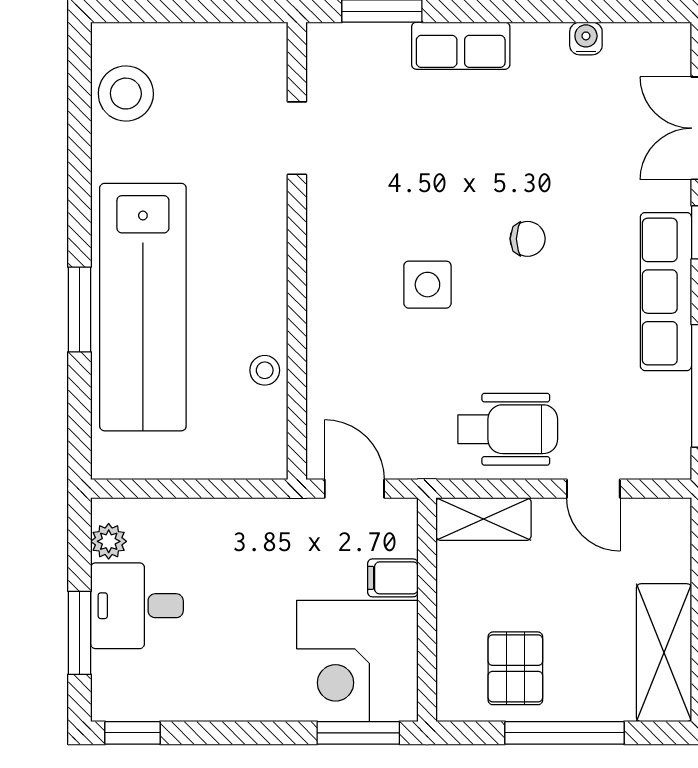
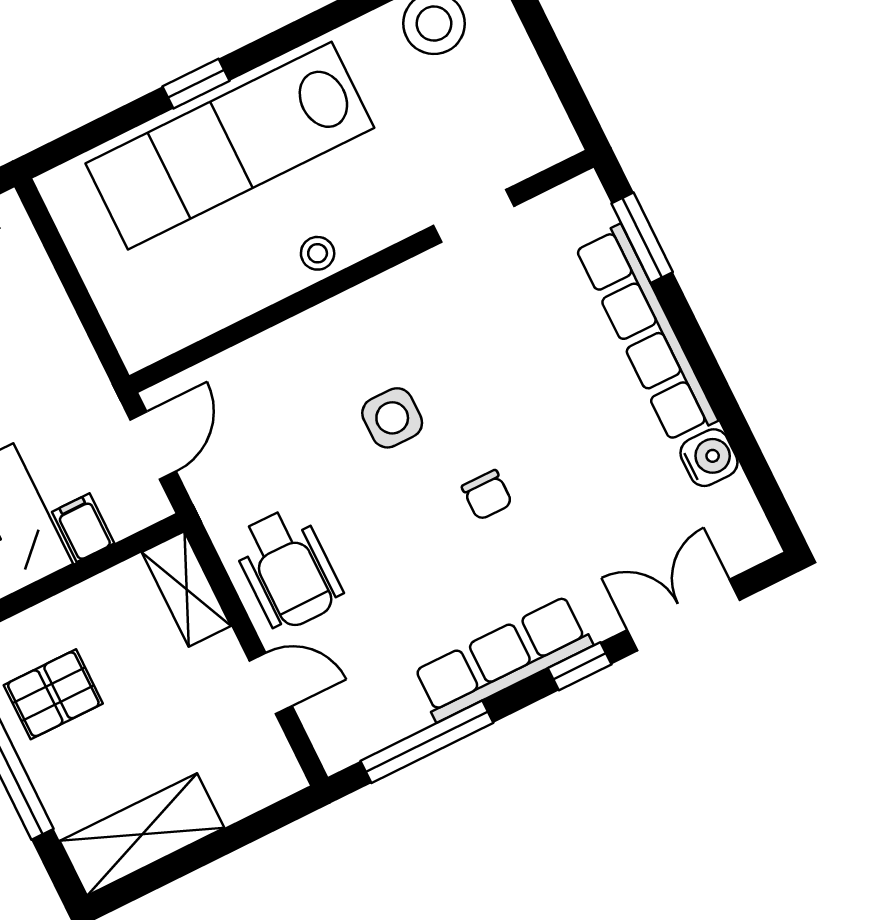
water cooler: (586, 39) -> (709, 458), width x1.38, depth x1.38
row of seats: (461, 46) -> (646, 333), width x2.02
window: (80, 310) -> (196, 84), width x0.67
stool: (265, 370) -> (318, 253), moved
door: (593, 489) -> (271, 683), swing flipped

